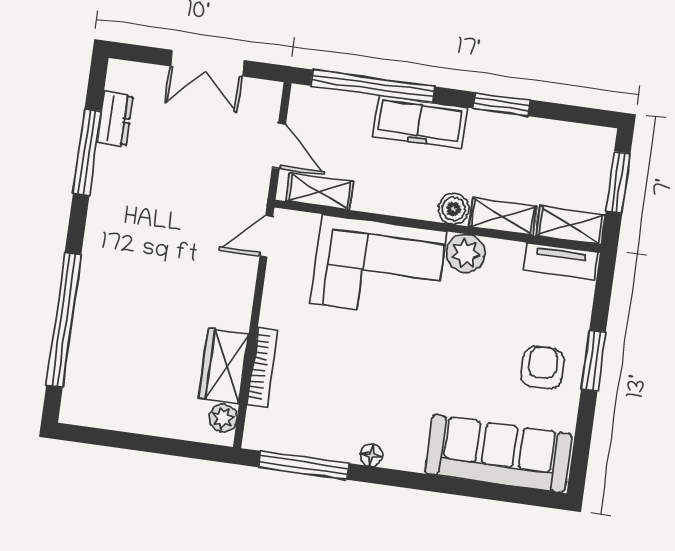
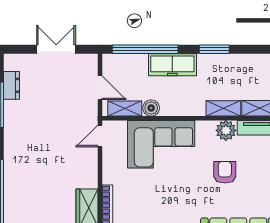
double door: (207, 63) -> (56, 49), swing flipped
boiler: (454, 209) -> (151, 108), moved
plant: (466, 253) -> (226, 130), moved
armchair: (542, 368) -> (225, 172), moved

